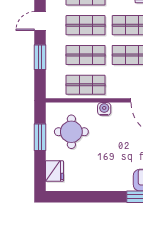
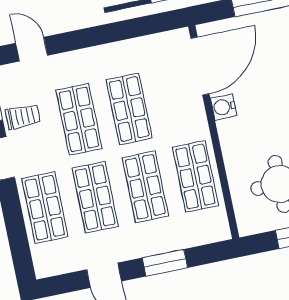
water cooler: (104, 109) -> (224, 107), moved

